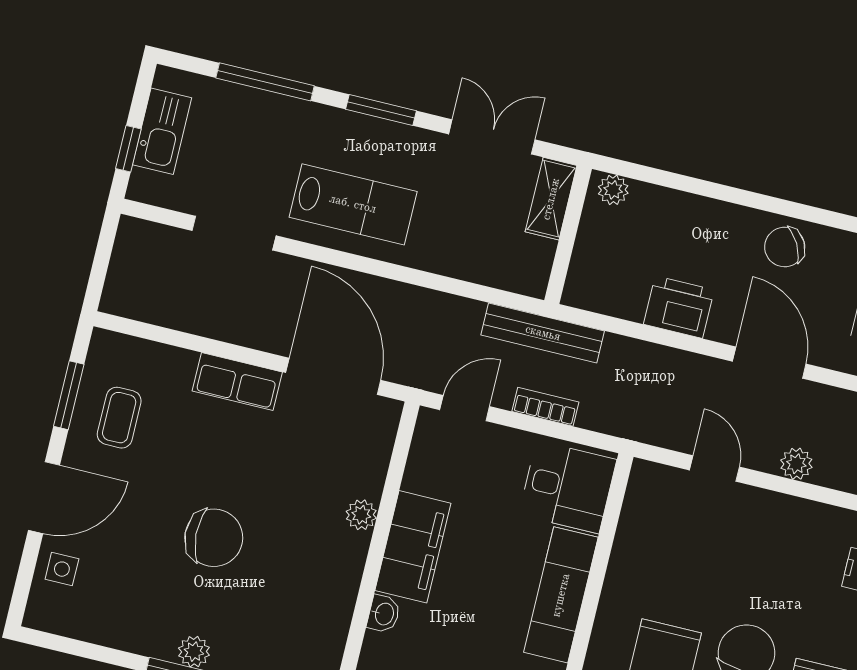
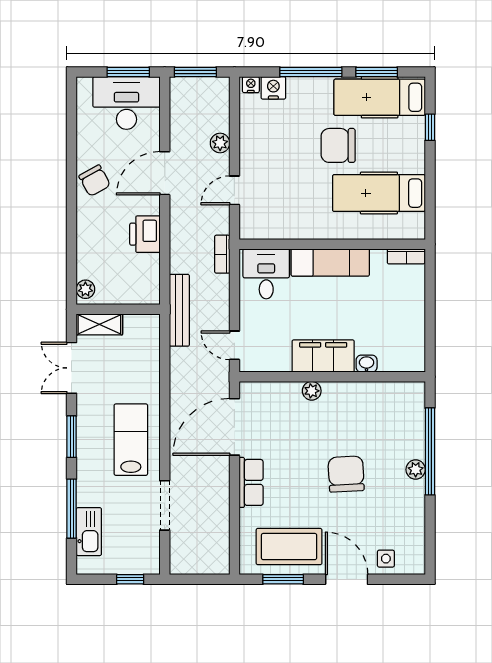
kitchen sink: (162, 131) -> (89, 532), moved, turned 90
bookcase: (545, 407) -> (222, 254), moved
coffee table: (119, 418) -> (289, 547), width x1.86, depth x1.72

